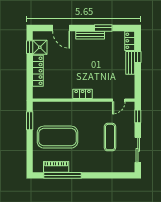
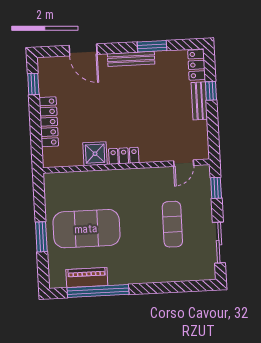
shower: (40, 47) -> (95, 154), moved
window: (30, 121) -> (41, 237), moved

